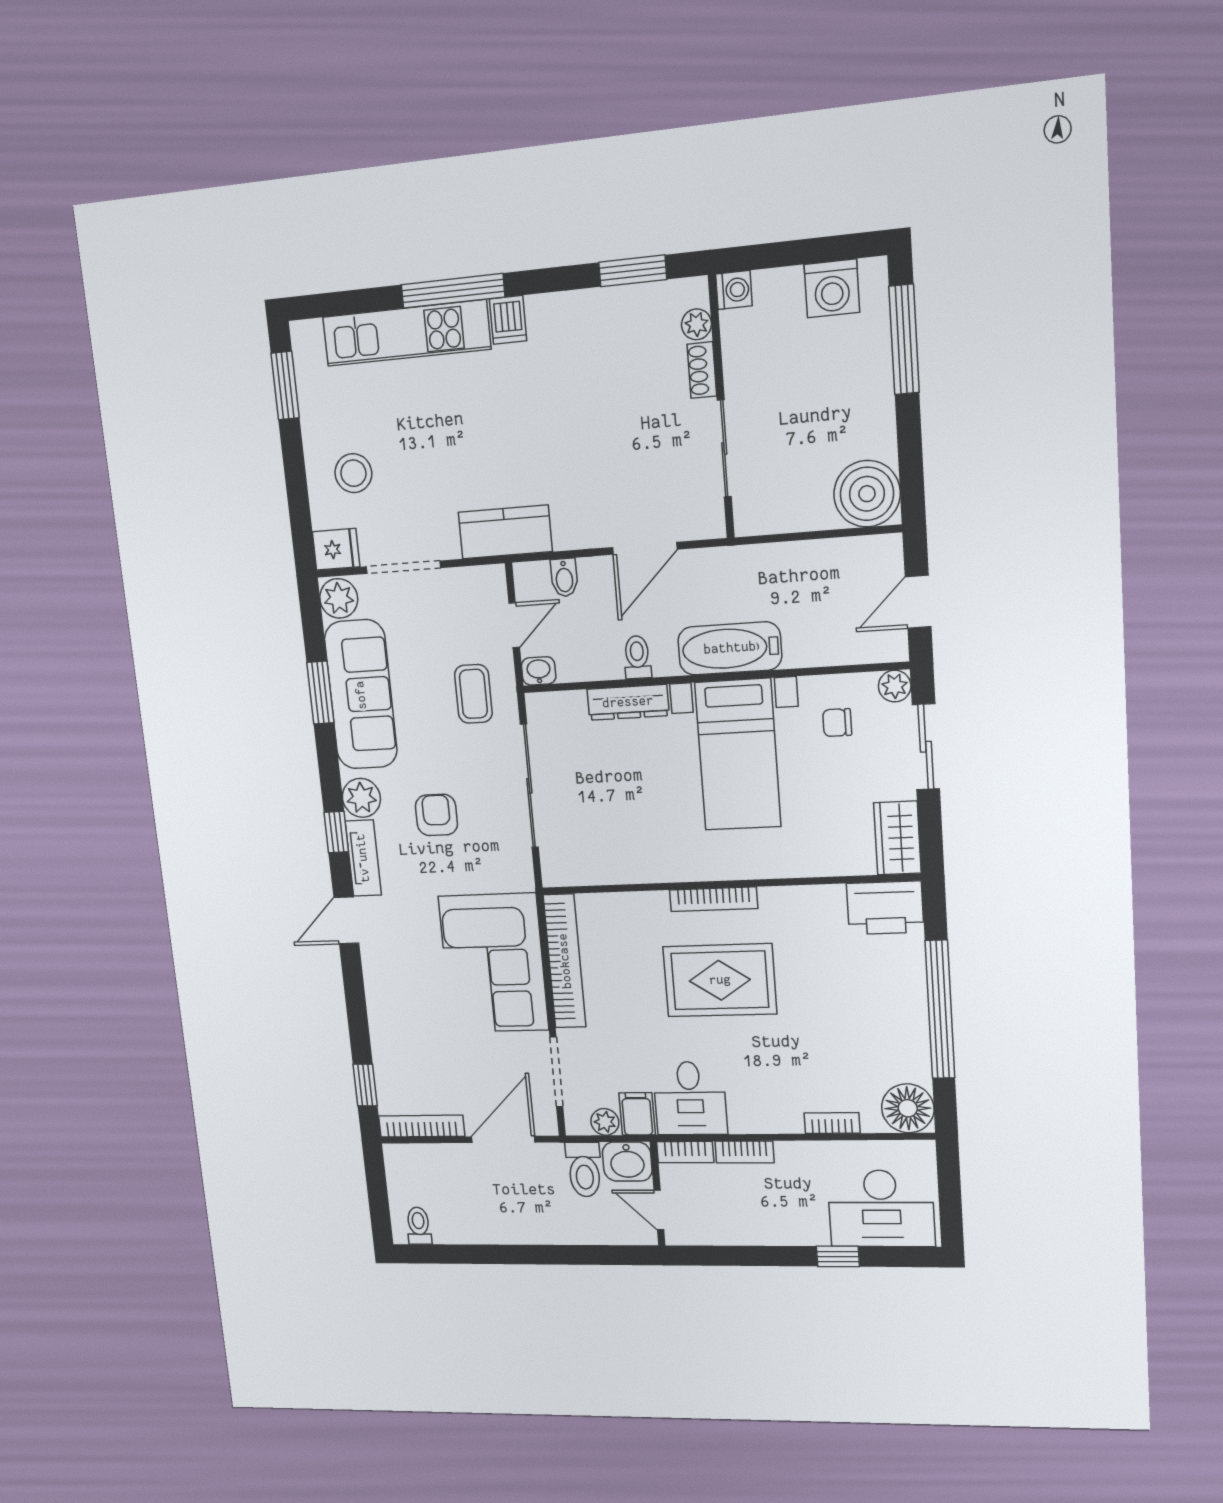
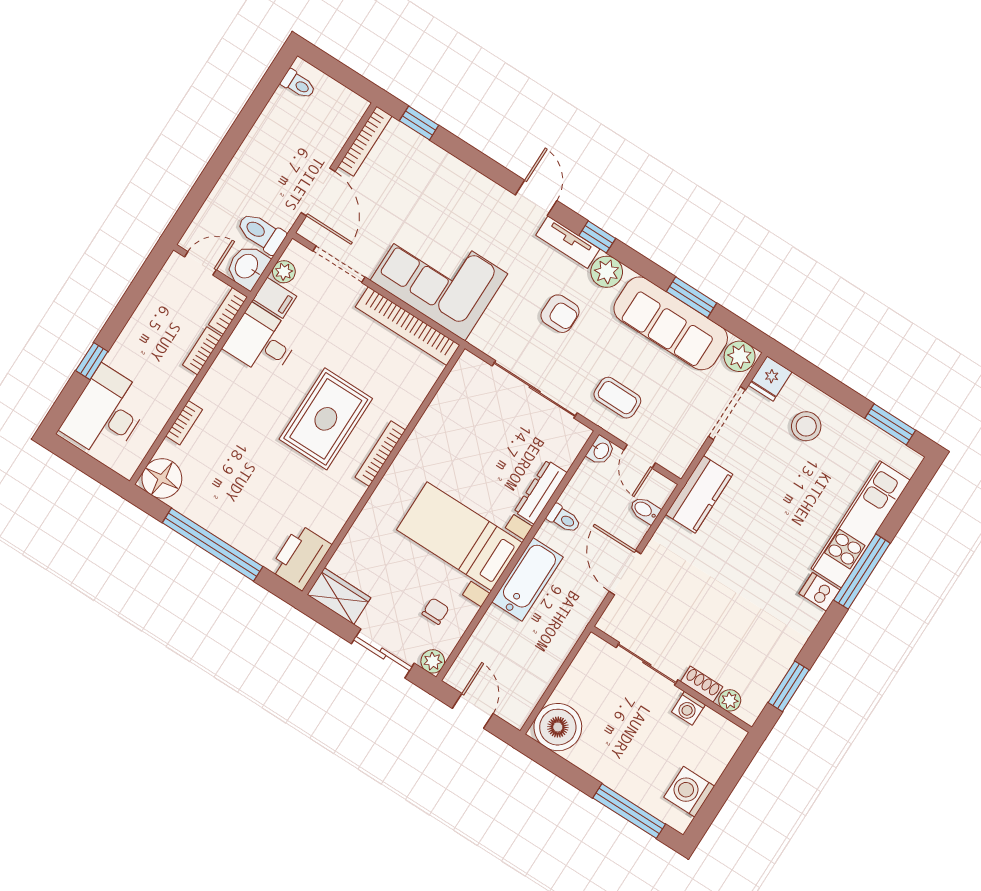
washing machine: (734, 290) -> (688, 708), moved

